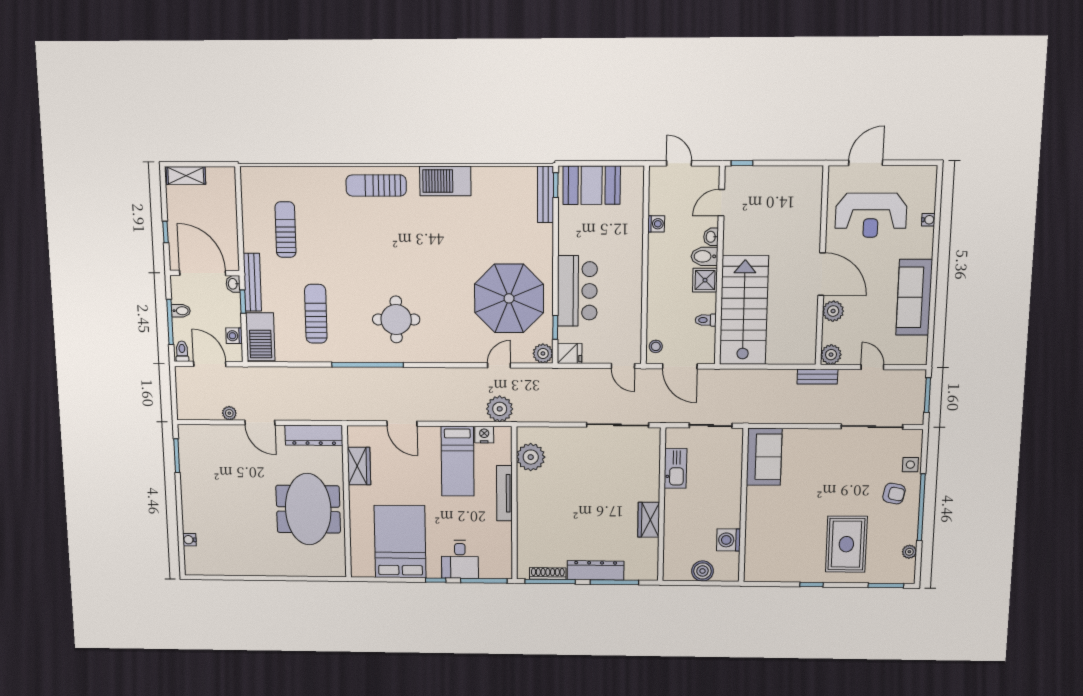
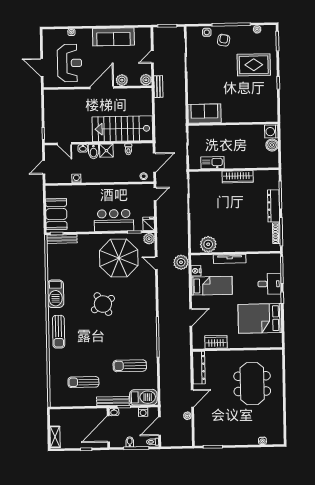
round table: (396, 319) -> (103, 304), moved, turned -33
meeting table: (308, 509) -> (252, 384), moved, turned 90
wardrobe: (649, 520) -> (238, 177), width x1.50
washing machine: (729, 540) -> (271, 132), moved, turned 90

